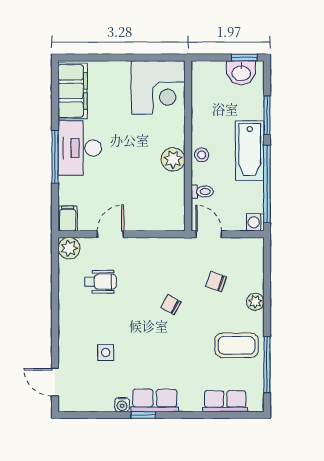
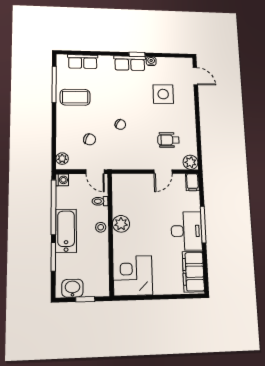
window: (244, 58) -> (85, 299), moved
plant: (255, 302) -> (62, 159), moved
side table: (106, 353) -> (163, 94), width x1.87, depth x1.87

